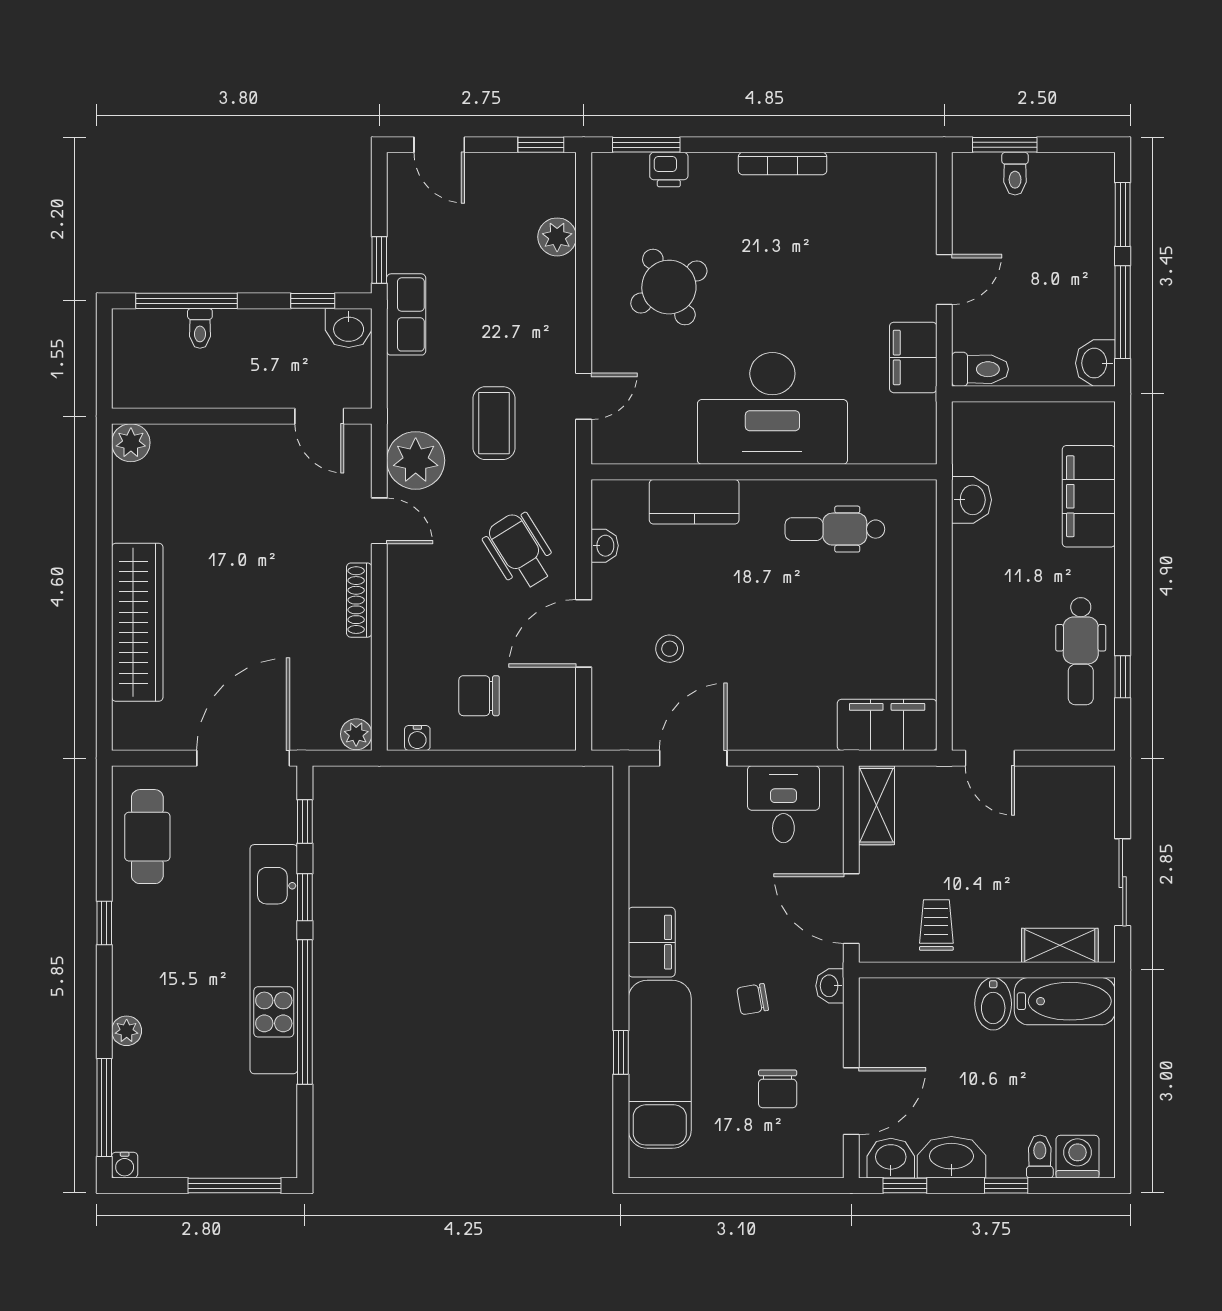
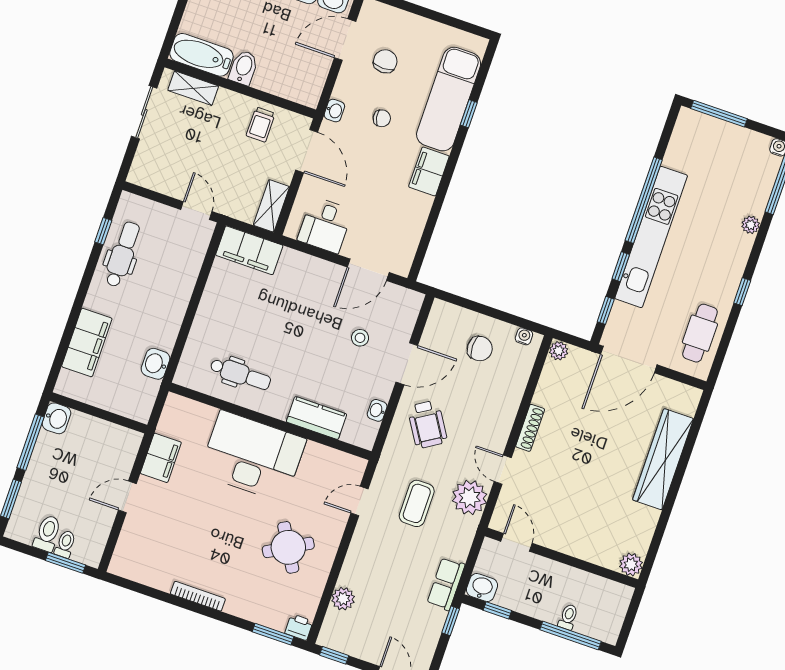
printer: (669, 170) -> (299, 627), moved
toilet: (980, 369) -> (47, 533), moved, turned 90

